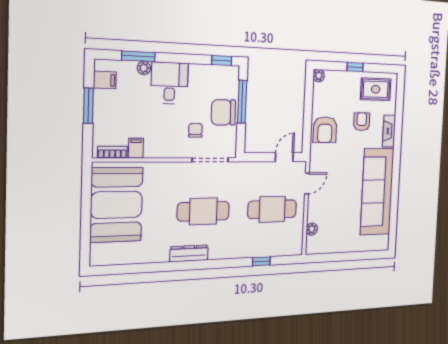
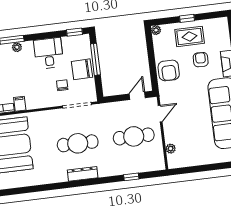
desk: (170, 83) -> (49, 53), moved
rug: (376, 89) -> (190, 36), moved
dresser: (189, 253) -> (83, 174), moved

